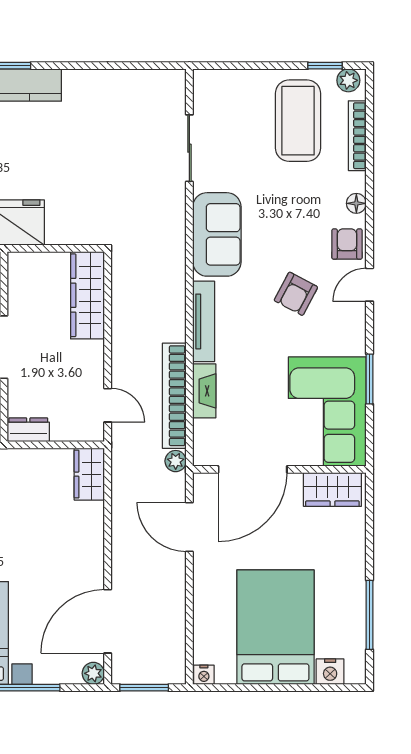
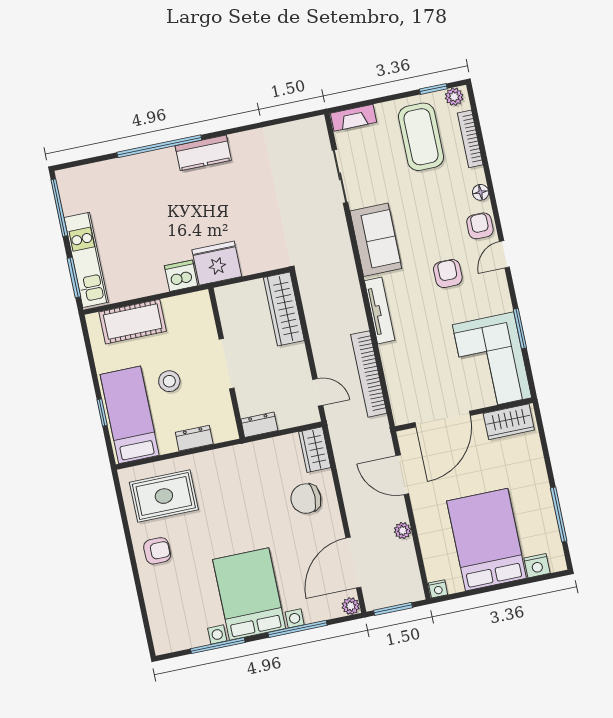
armchair: (296, 294) -> (448, 274), turned 152
fireplace: (204, 391) -> (353, 118), moved, turned 90
plant: (176, 461) -> (403, 531), moved
chair: (66, 531) -> (306, 499), added

